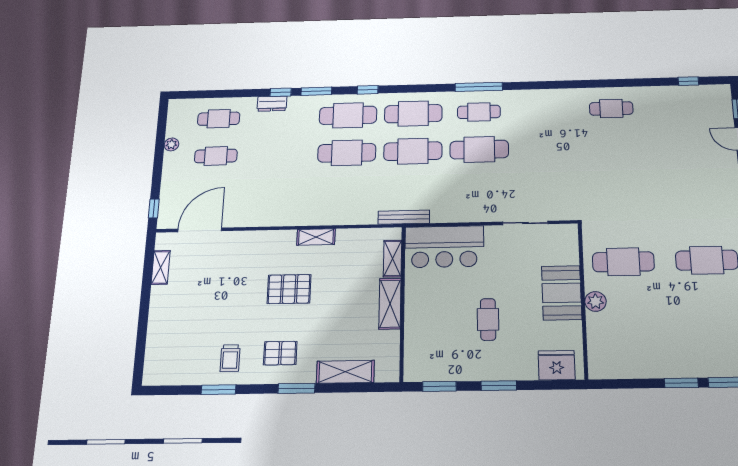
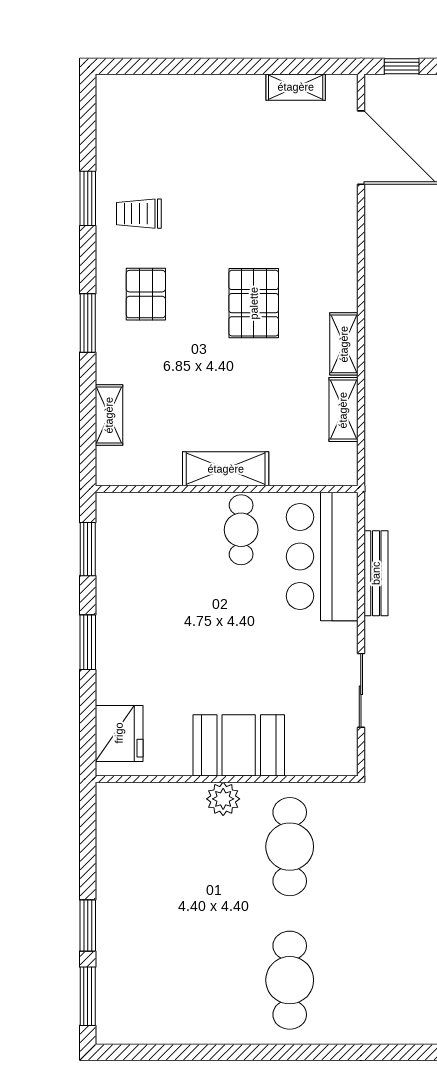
bench: (404, 217) -> (376, 573), moved
shelving: (392, 259) -> (343, 410), moved, turned 90
cafe table: (488, 319) -> (241, 530), moved, turned 90
shelving: (345, 372) -> (109, 415), width x0.67, depth x0.75

